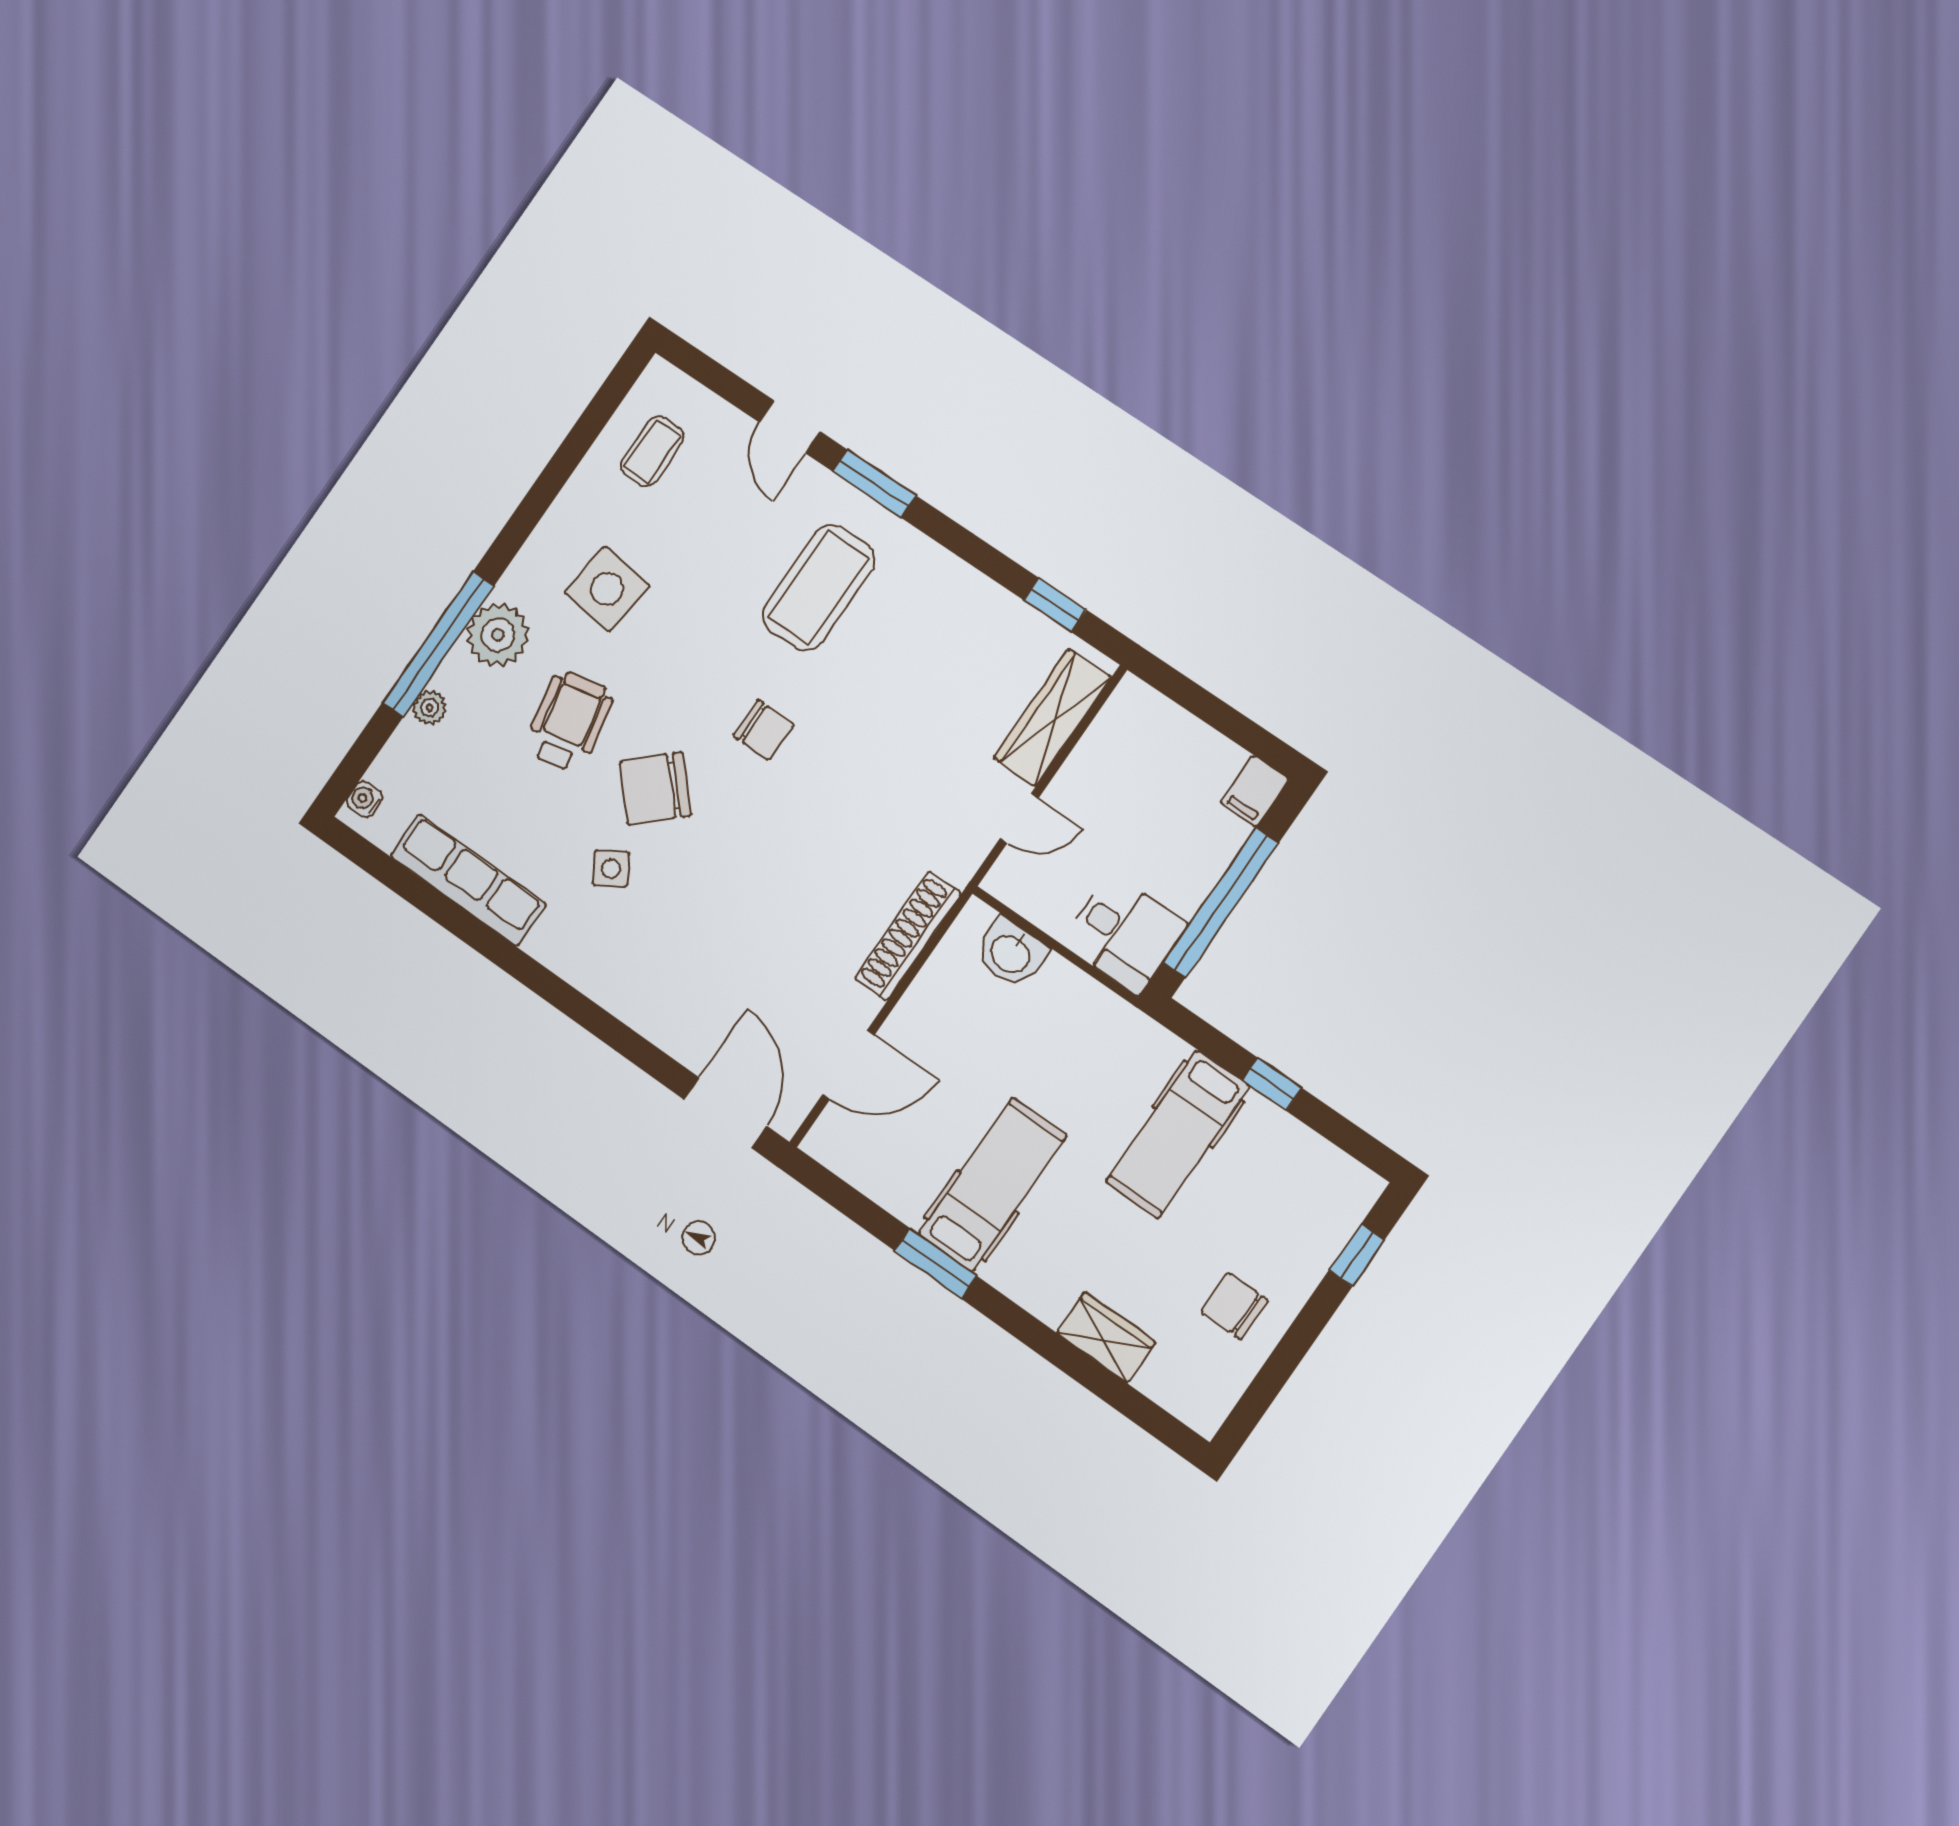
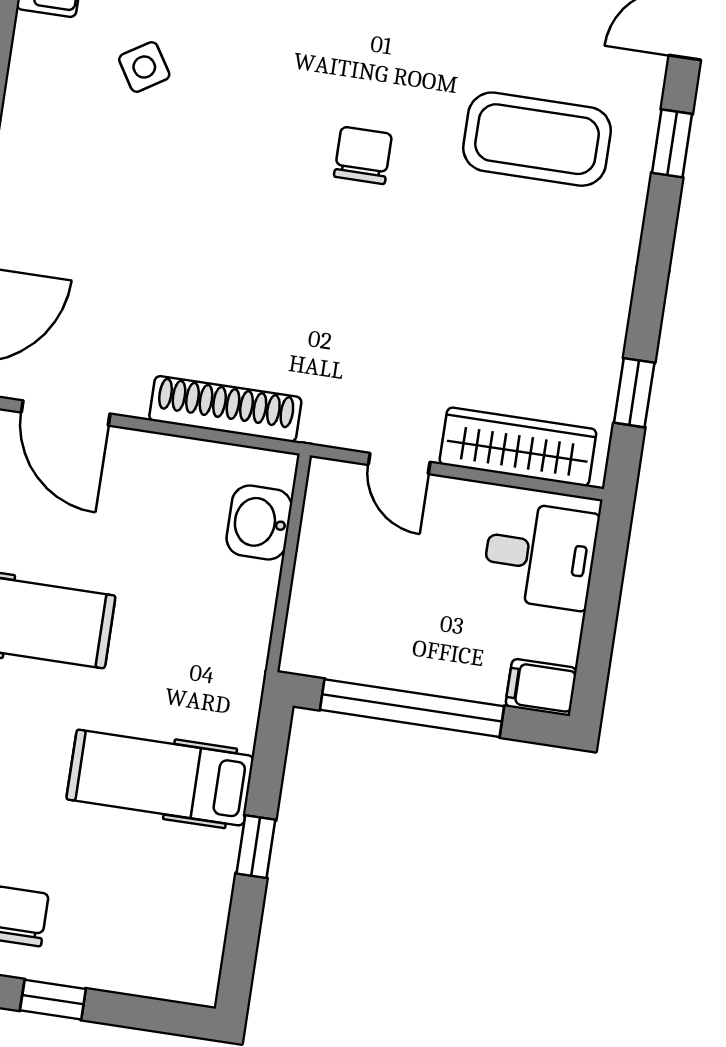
window: (874, 483) -> (672, 143), width x0.67
chair: (764, 730) -> (363, 155), turned 180
chair: (655, 788) -> (249, 72), removed
desk: (1124, 934) -> (540, 555), moved, turned -90
window: (1357, 1255) -> (53, 1000), moved

